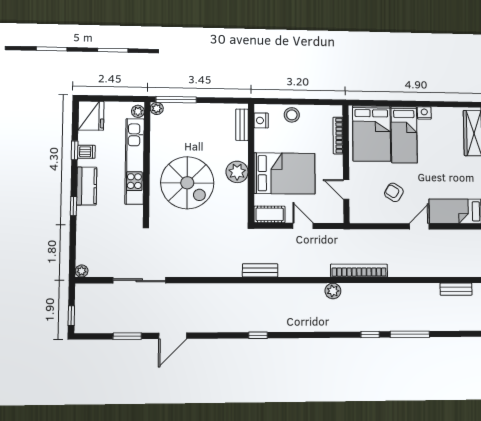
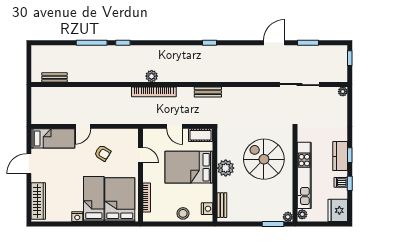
window: (176, 100) -> (273, 224), width x0.69
window: (73, 206) -> (350, 155), moved
bookcase: (359, 271) -> (154, 92), moved

